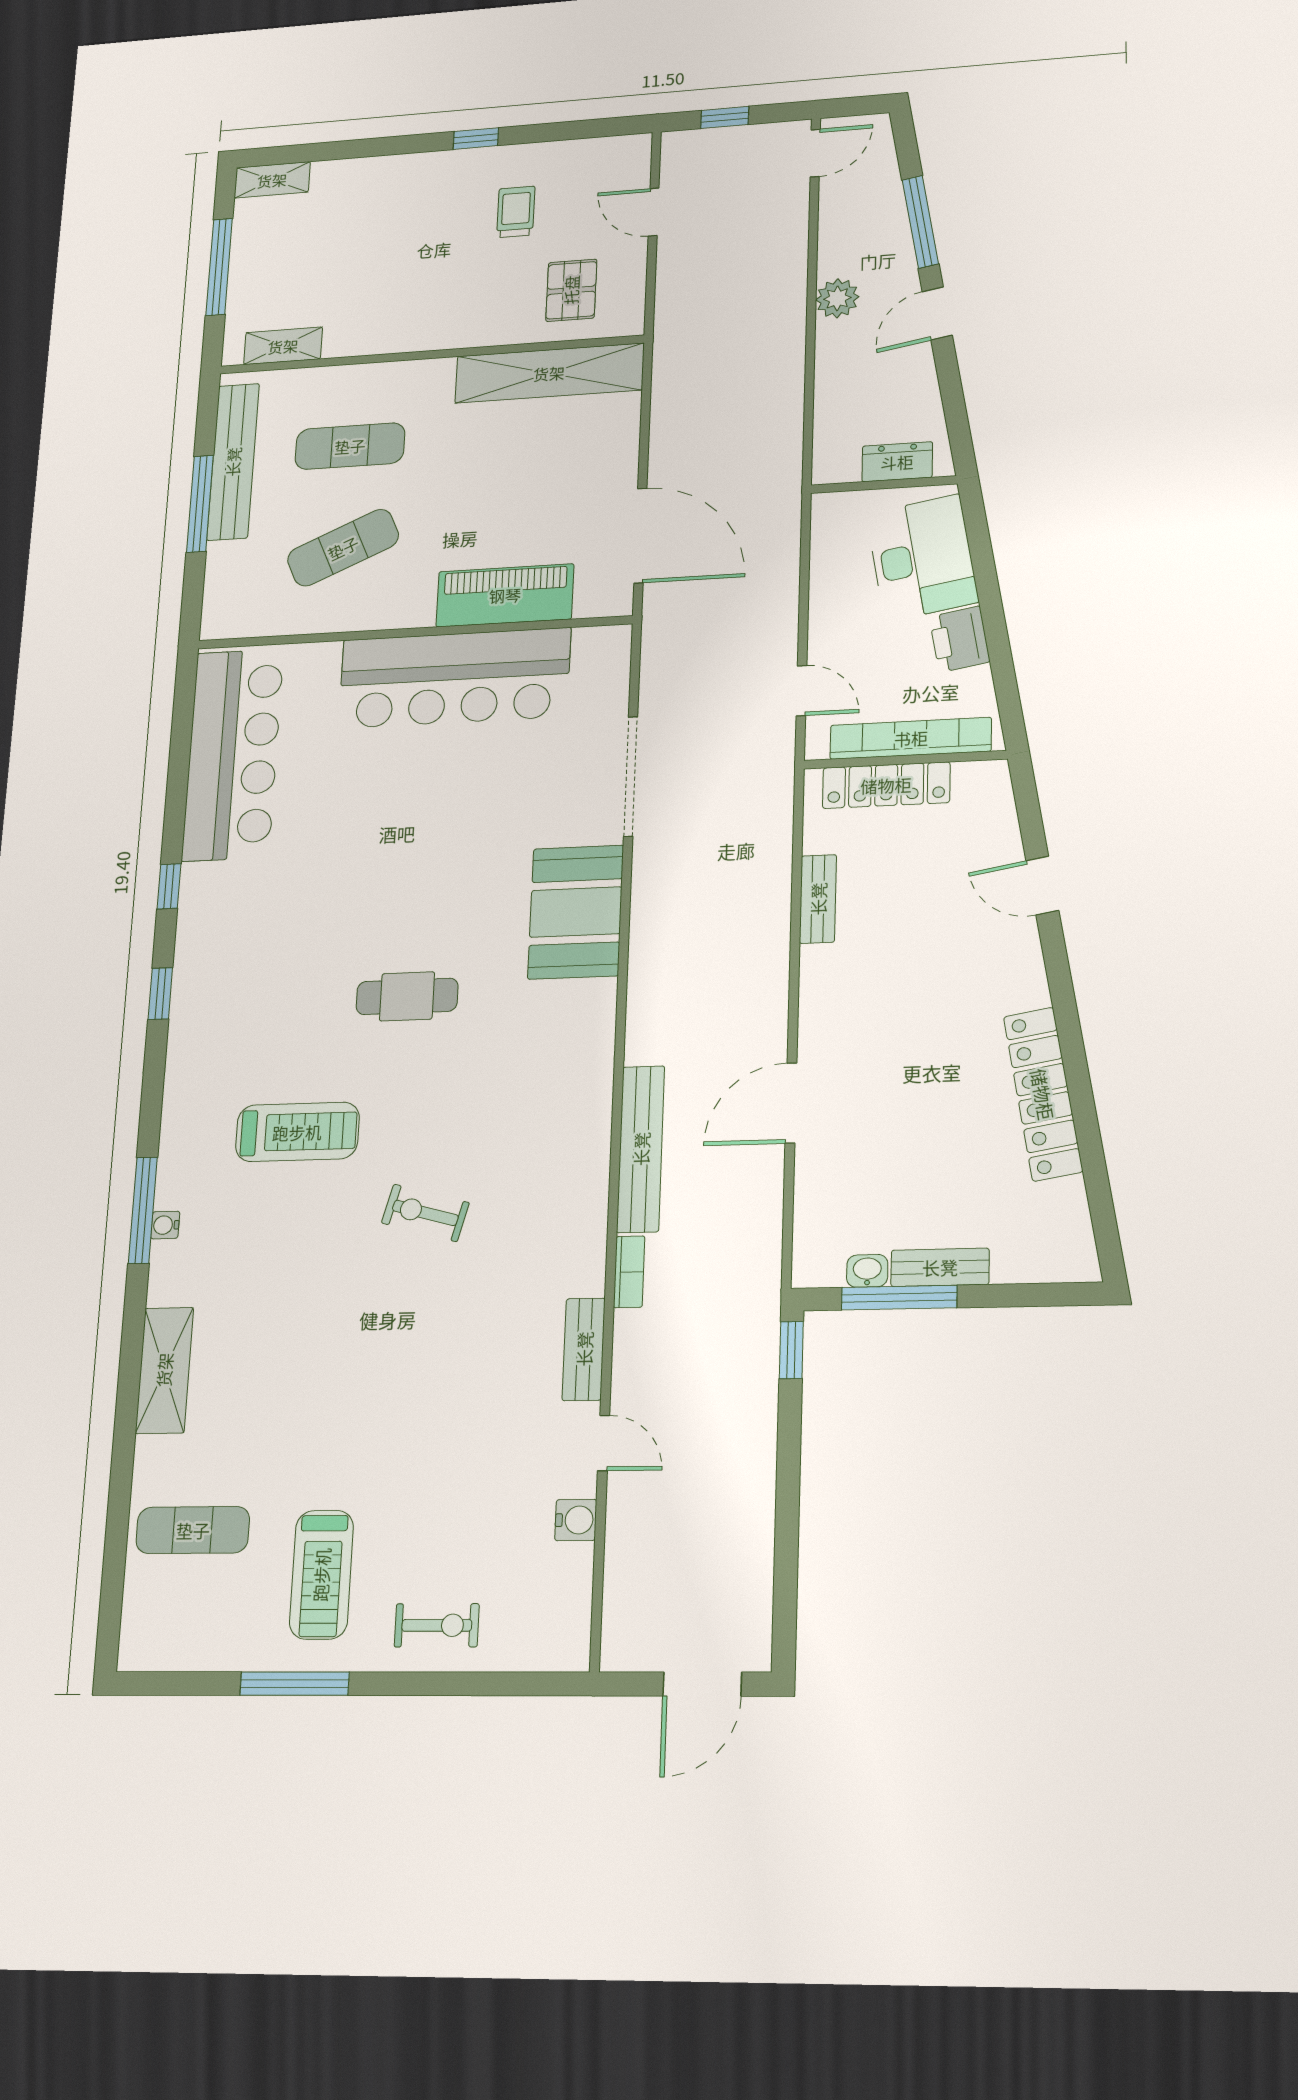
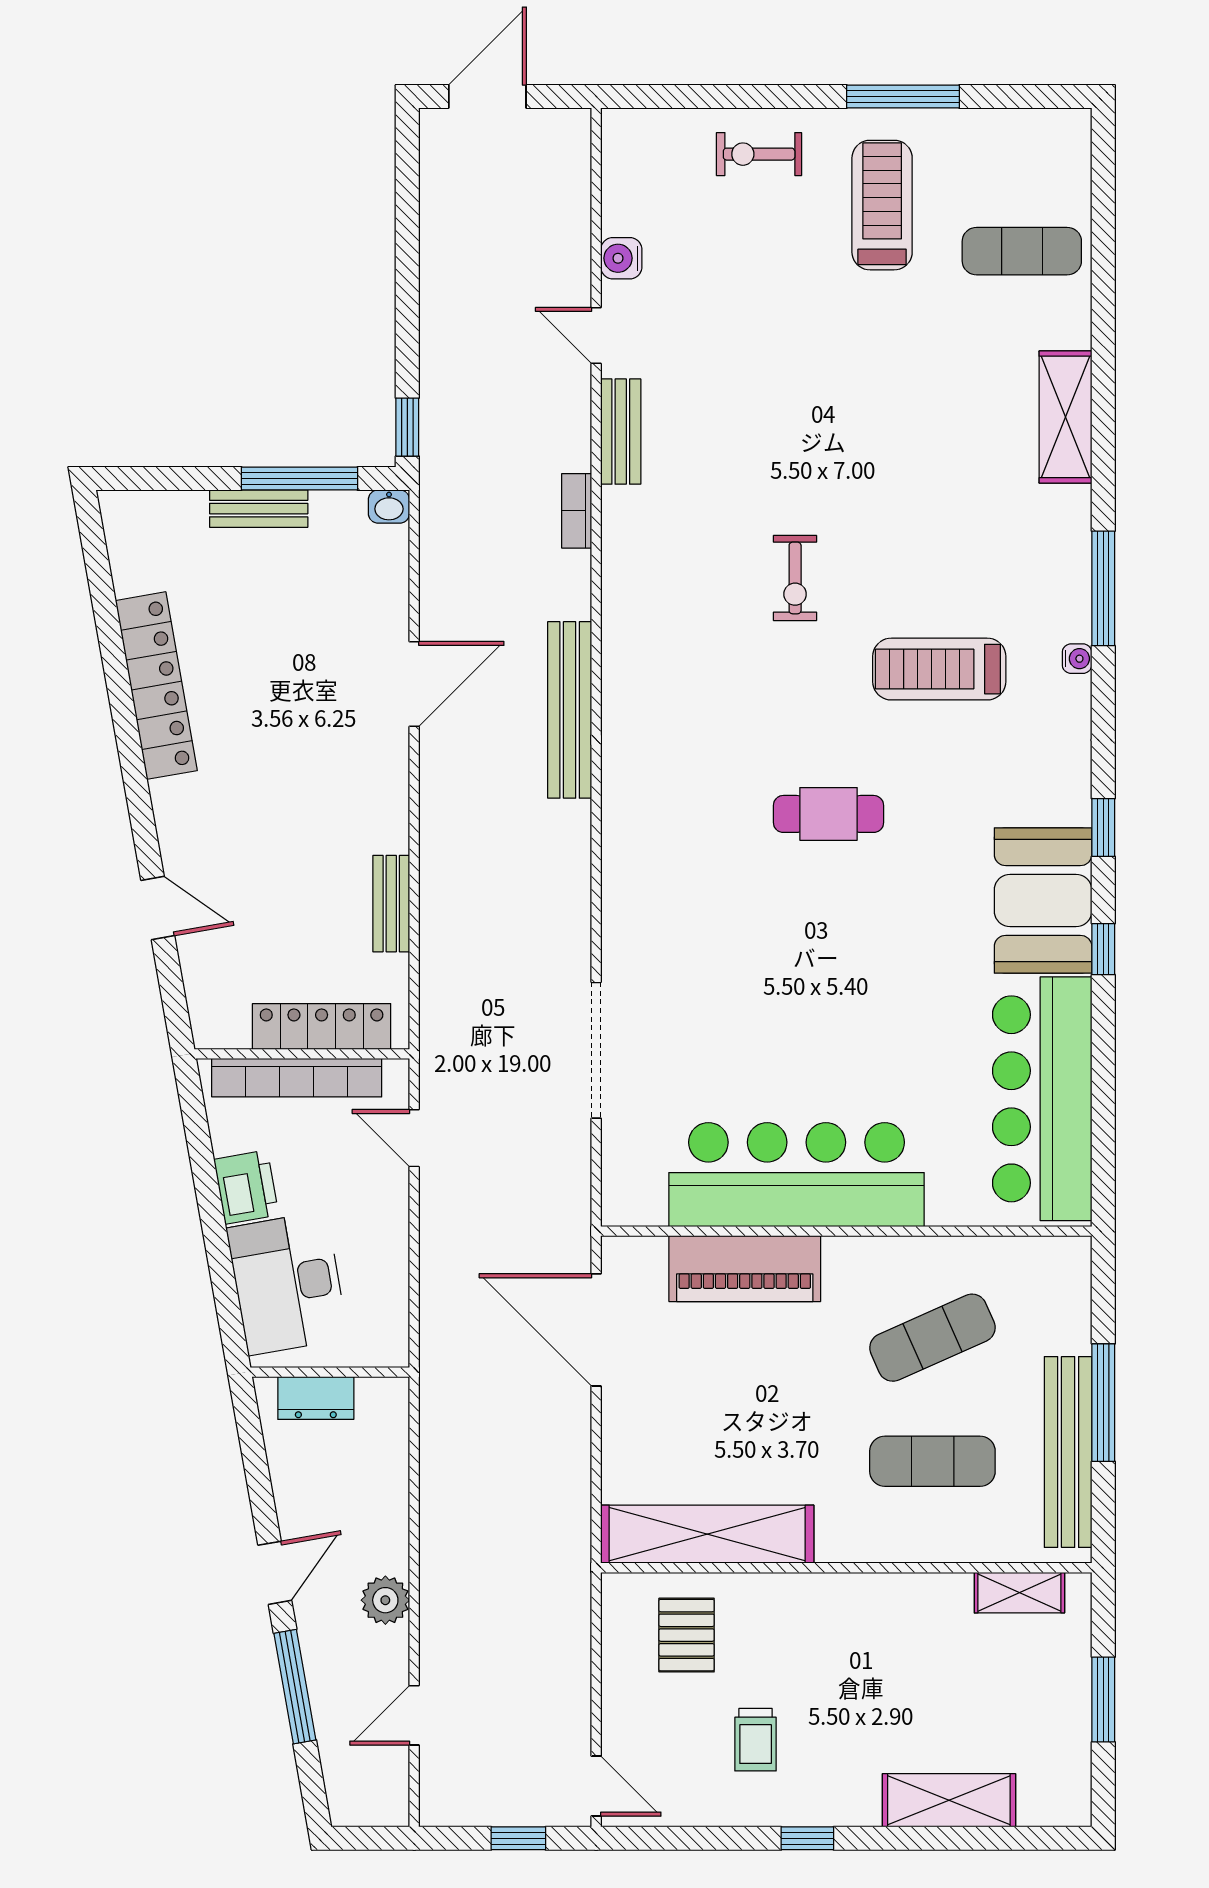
door: (815, 153) -> (414, 1715), moved
shelving: (272, 180) -> (949, 1800), moved, width x1.50, depth x1.33
door: (654, 212) -> (596, 1786), moved
window: (219, 267) -> (1103, 1699), width x0.69
booth: (576, 912) -> (1043, 900), moved
bench: (641, 1149) -> (570, 710), moved
exercise bike: (425, 1213) -> (795, 578), turned 75
water cooler: (165, 1225) -> (1077, 659), moved
washbasin: (867, 1271) -> (389, 507), moved

